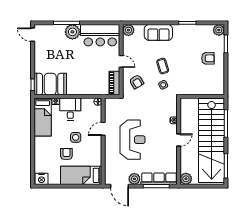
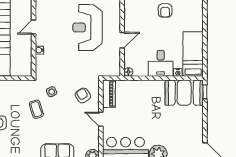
coffee table: (163, 66) -> (36, 109), moved
side table: (76, 137) -> (154, 30), removed

